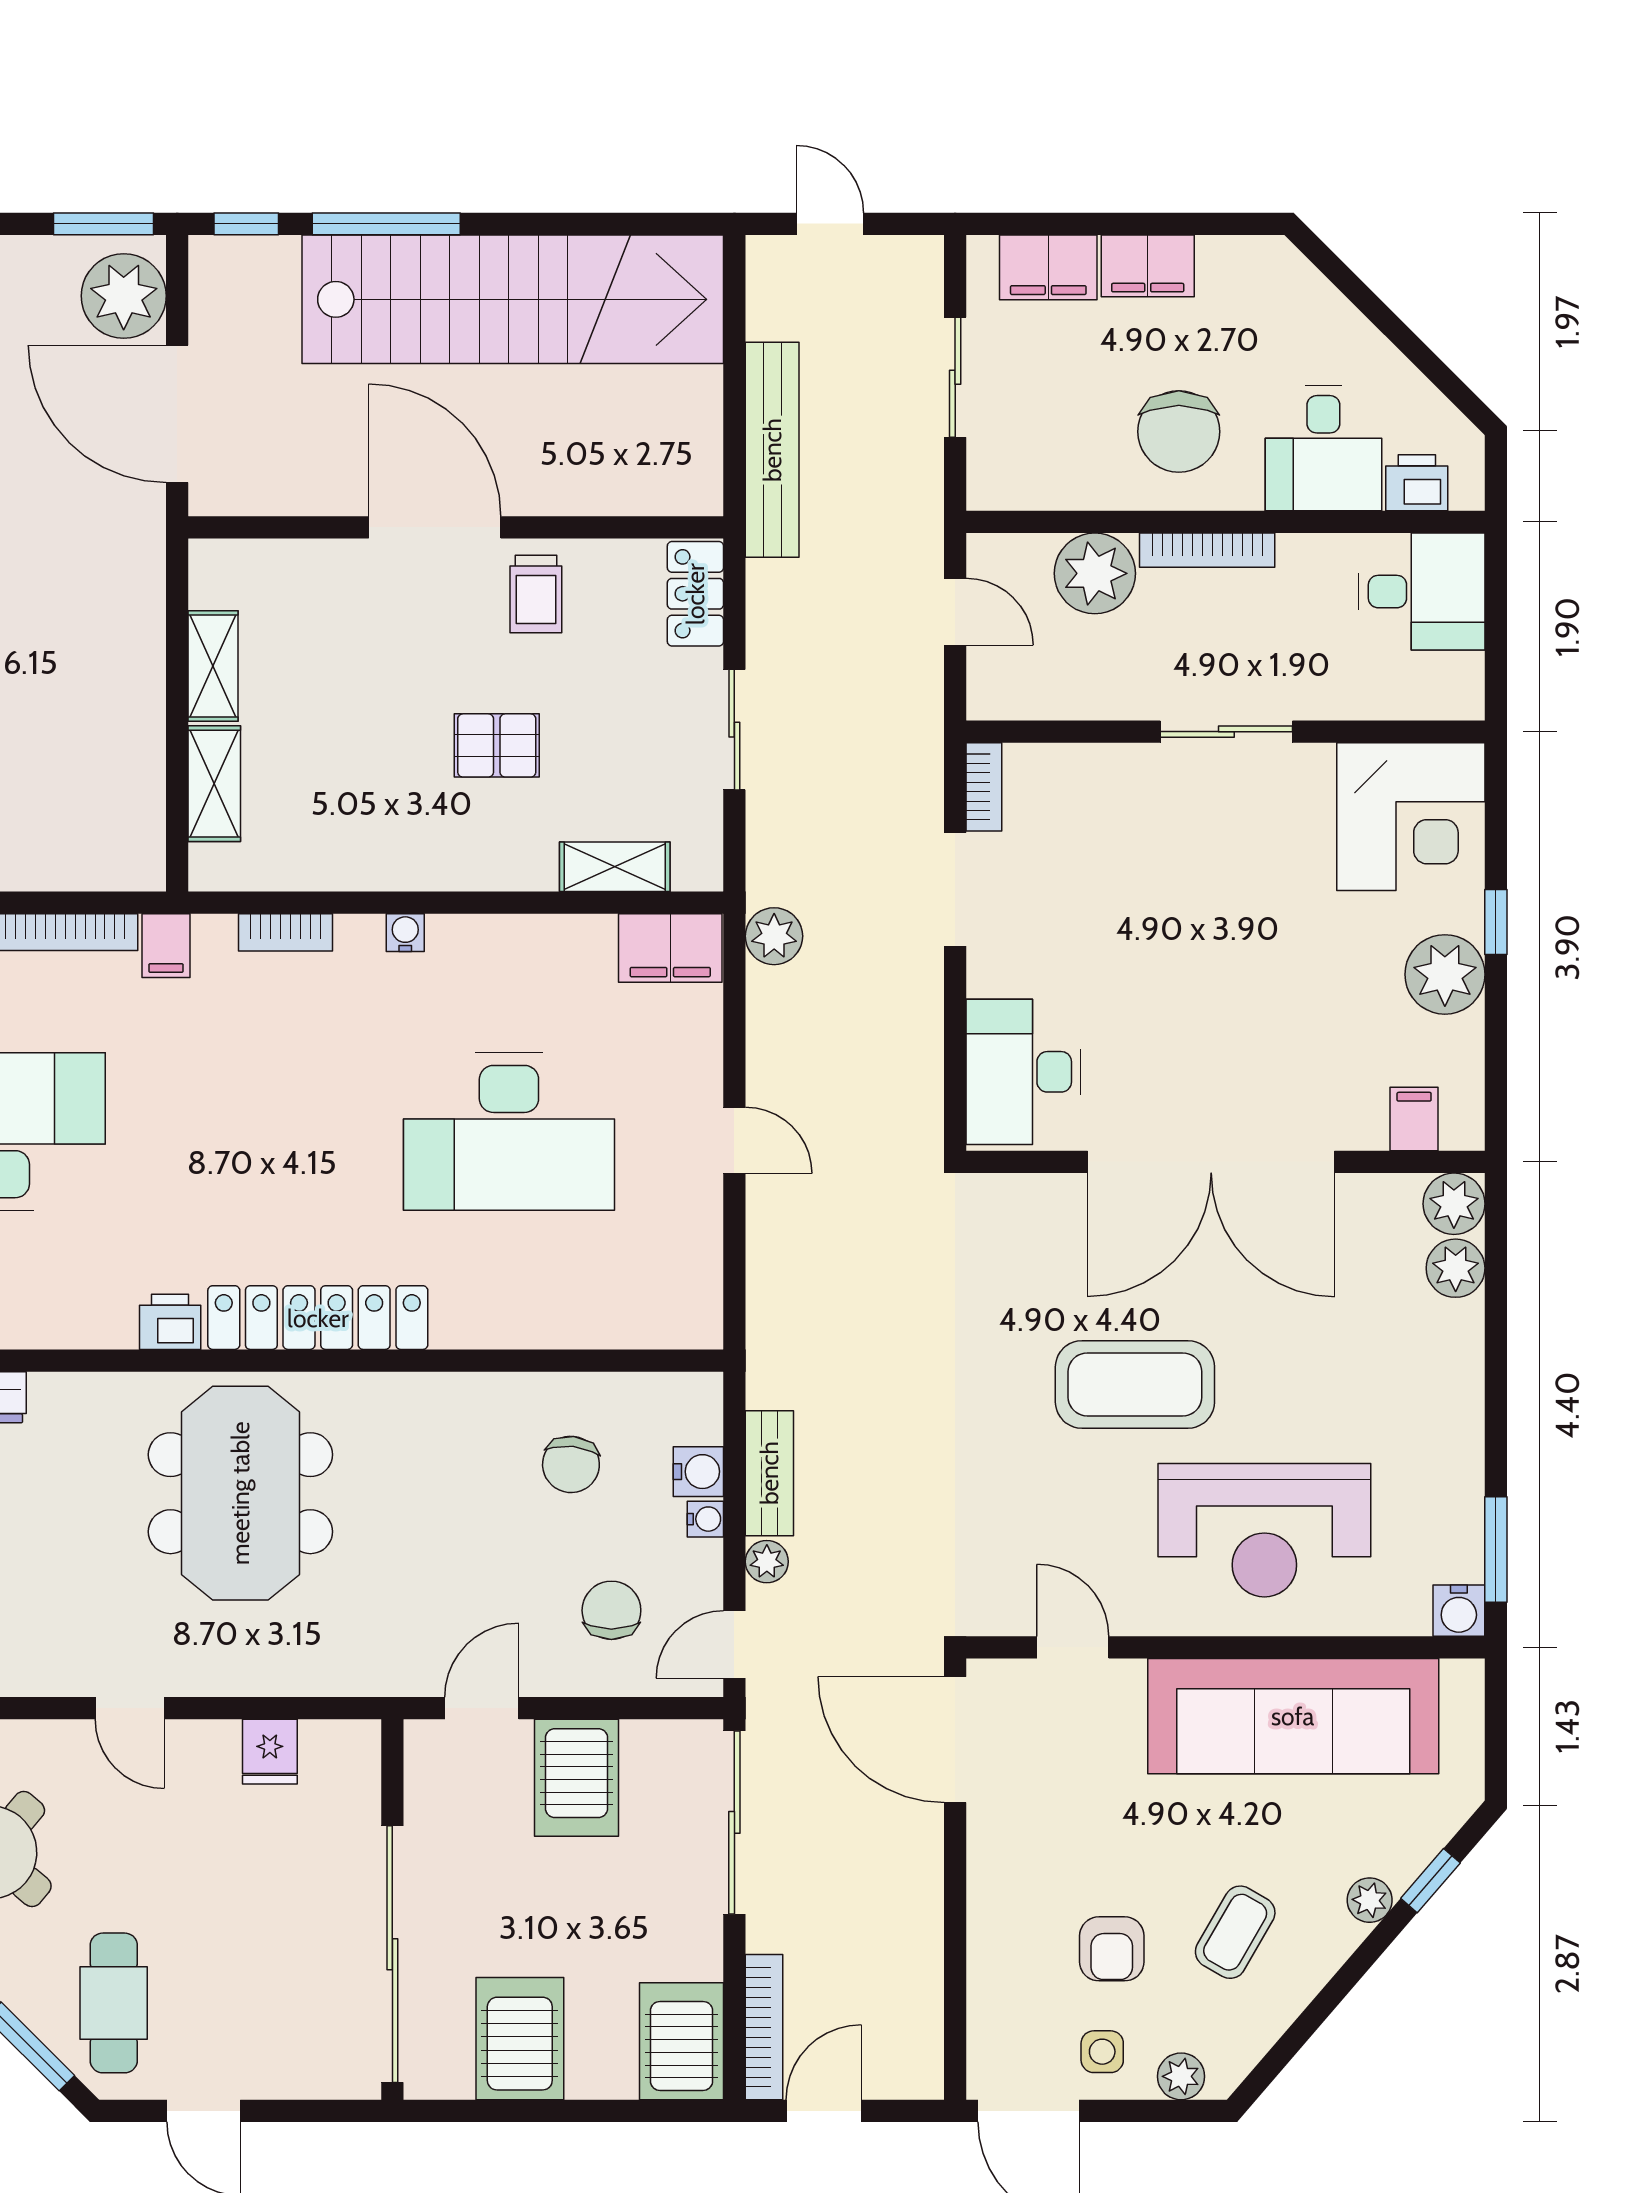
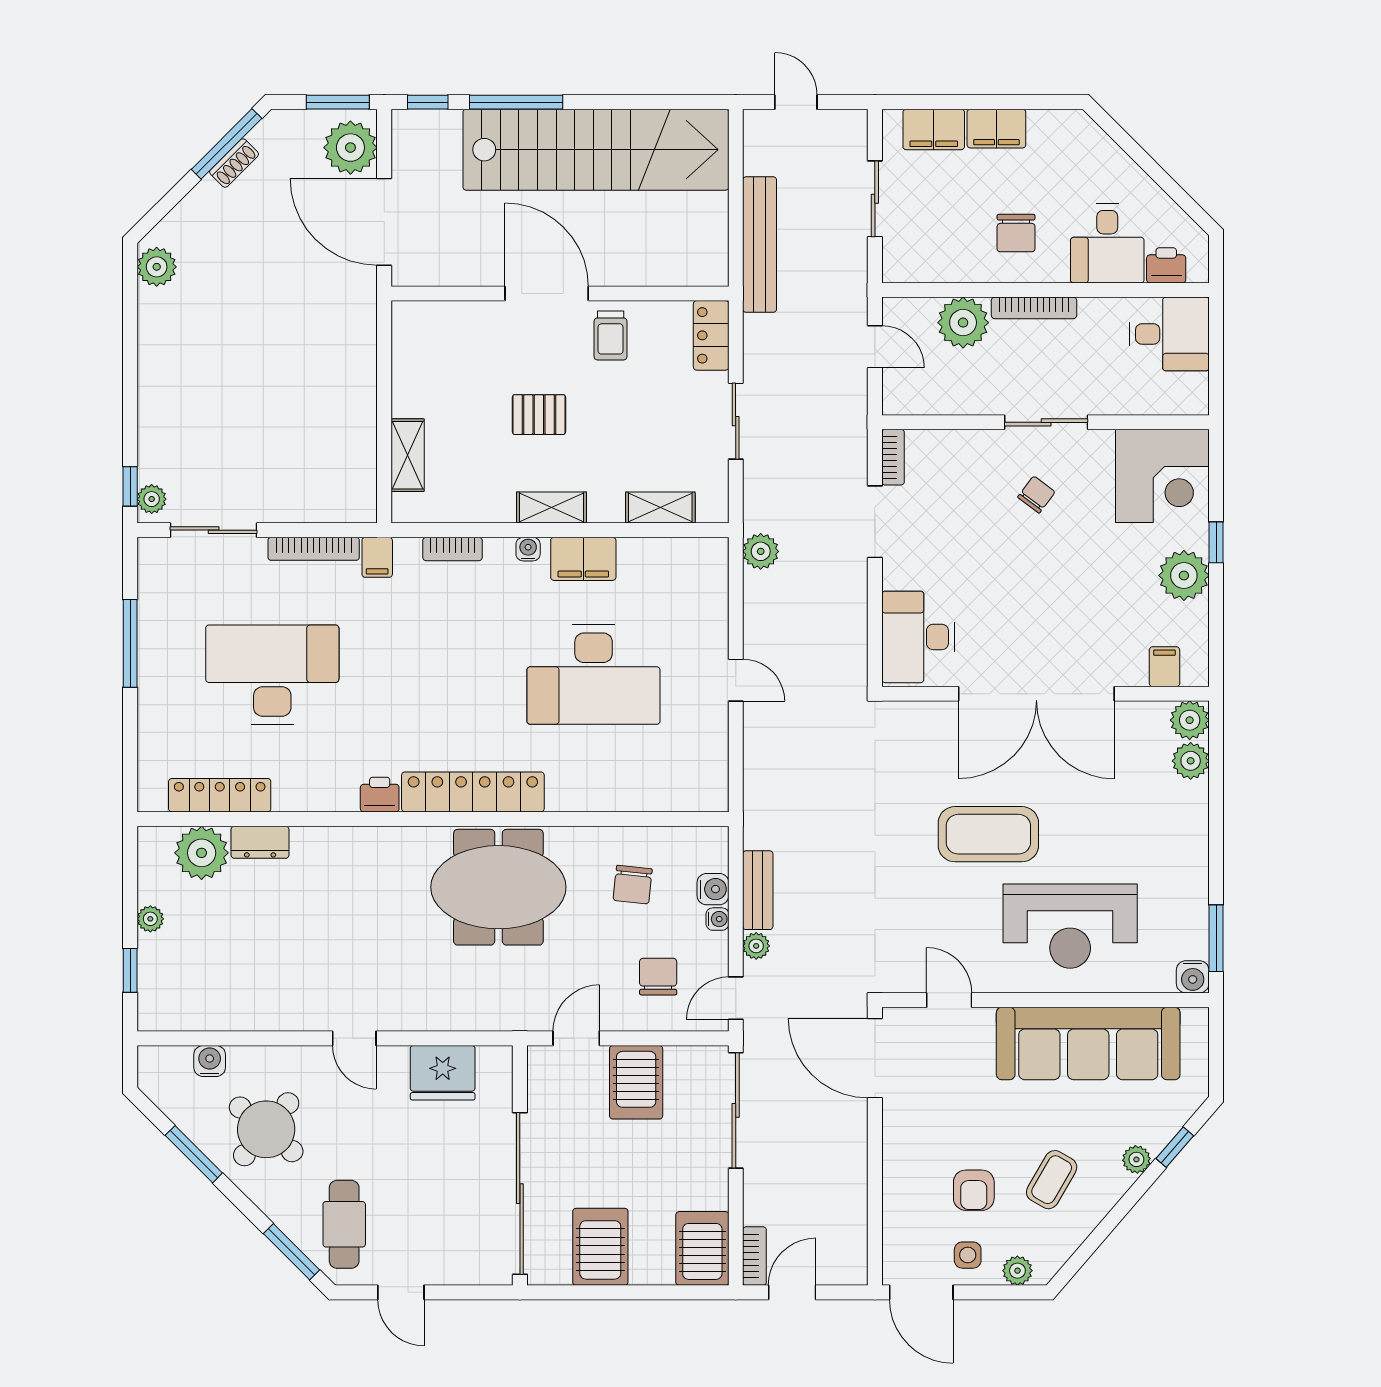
chair: (1179, 432) -> (1016, 233), width x0.73, depth x0.73
shelving: (213, 666) -> (551, 508), moved, turned 90
pallet: (497, 745) -> (539, 415), moved
chair: (1211, 846) -> (1036, 495), added
filing cabinet: (670, 948) -> (583, 559), moved
meeting table: (240, 1493) -> (498, 887), moved, turned 90
fridge: (270, 1752) -> (443, 1073), width x1.88, depth x1.34
bookcase: (764, 2027) -> (754, 1256), width x0.64

